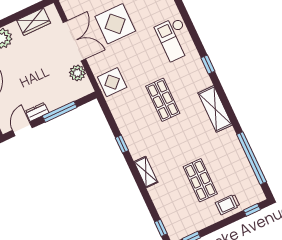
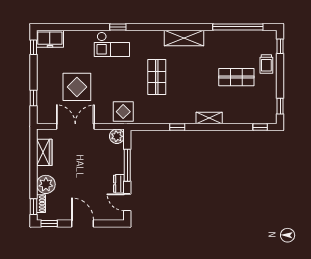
window: (208, 64) -> (118, 27), moved
plant: (77, 73) -> (117, 136), moved
shop shelf: (163, 100) -> (157, 77), turned 90

